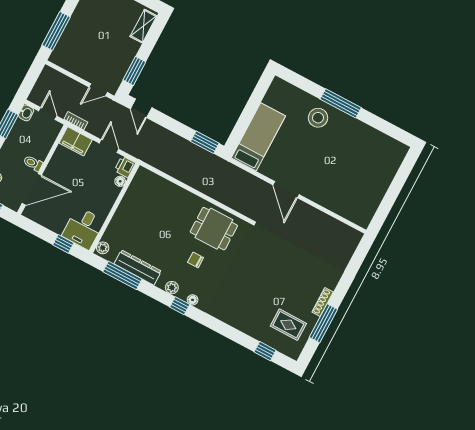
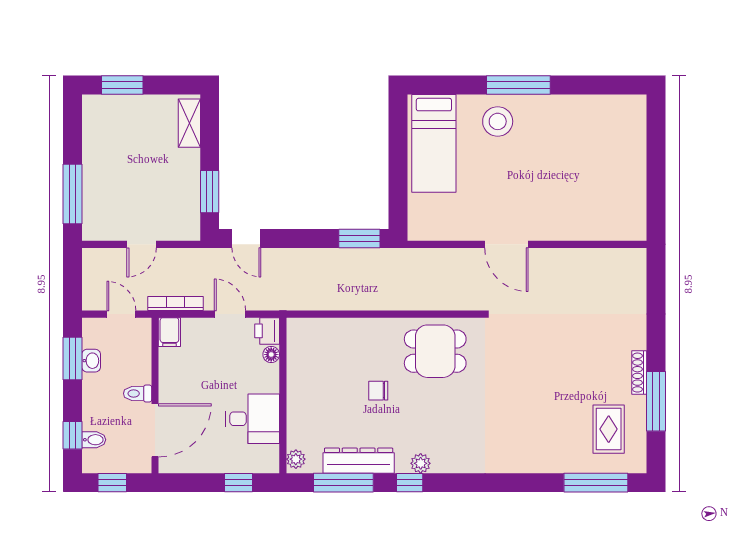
door: (98, 90) -> (142, 244), moved
washbasin: (26, 113) -> (91, 361), moved
bookcase: (76, 121) -> (175, 303), width x1.56
bed: (258, 137) -> (434, 143), moved, turned 180
filing cabinet: (76, 141) -> (169, 332), width x0.50
desk: (83, 228) -> (253, 419), moved, turned -90
chair: (196, 260) -> (378, 391), moved
floor lamp: (193, 300) -> (458, 465), removed
window: (180, 306) -> (410, 483), moved
rug: (288, 325) -> (609, 429), turned 90
window: (265, 351) -> (596, 483), width x2.17

